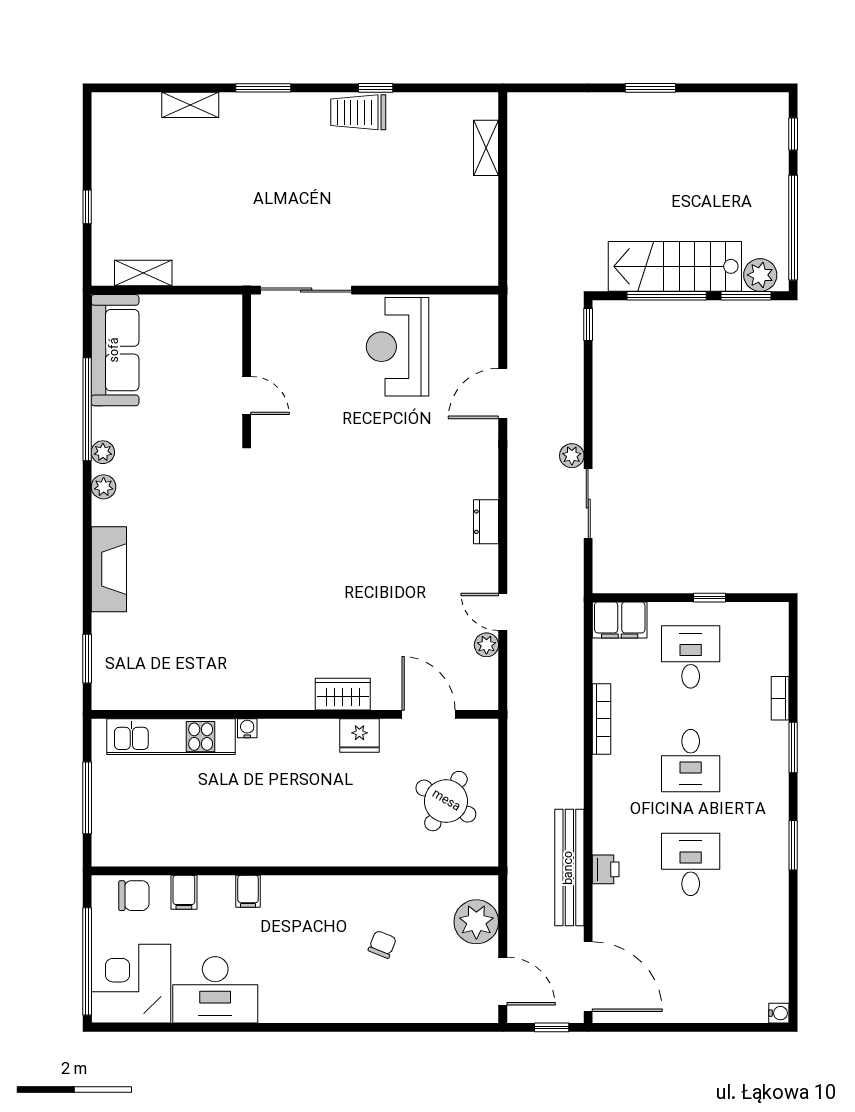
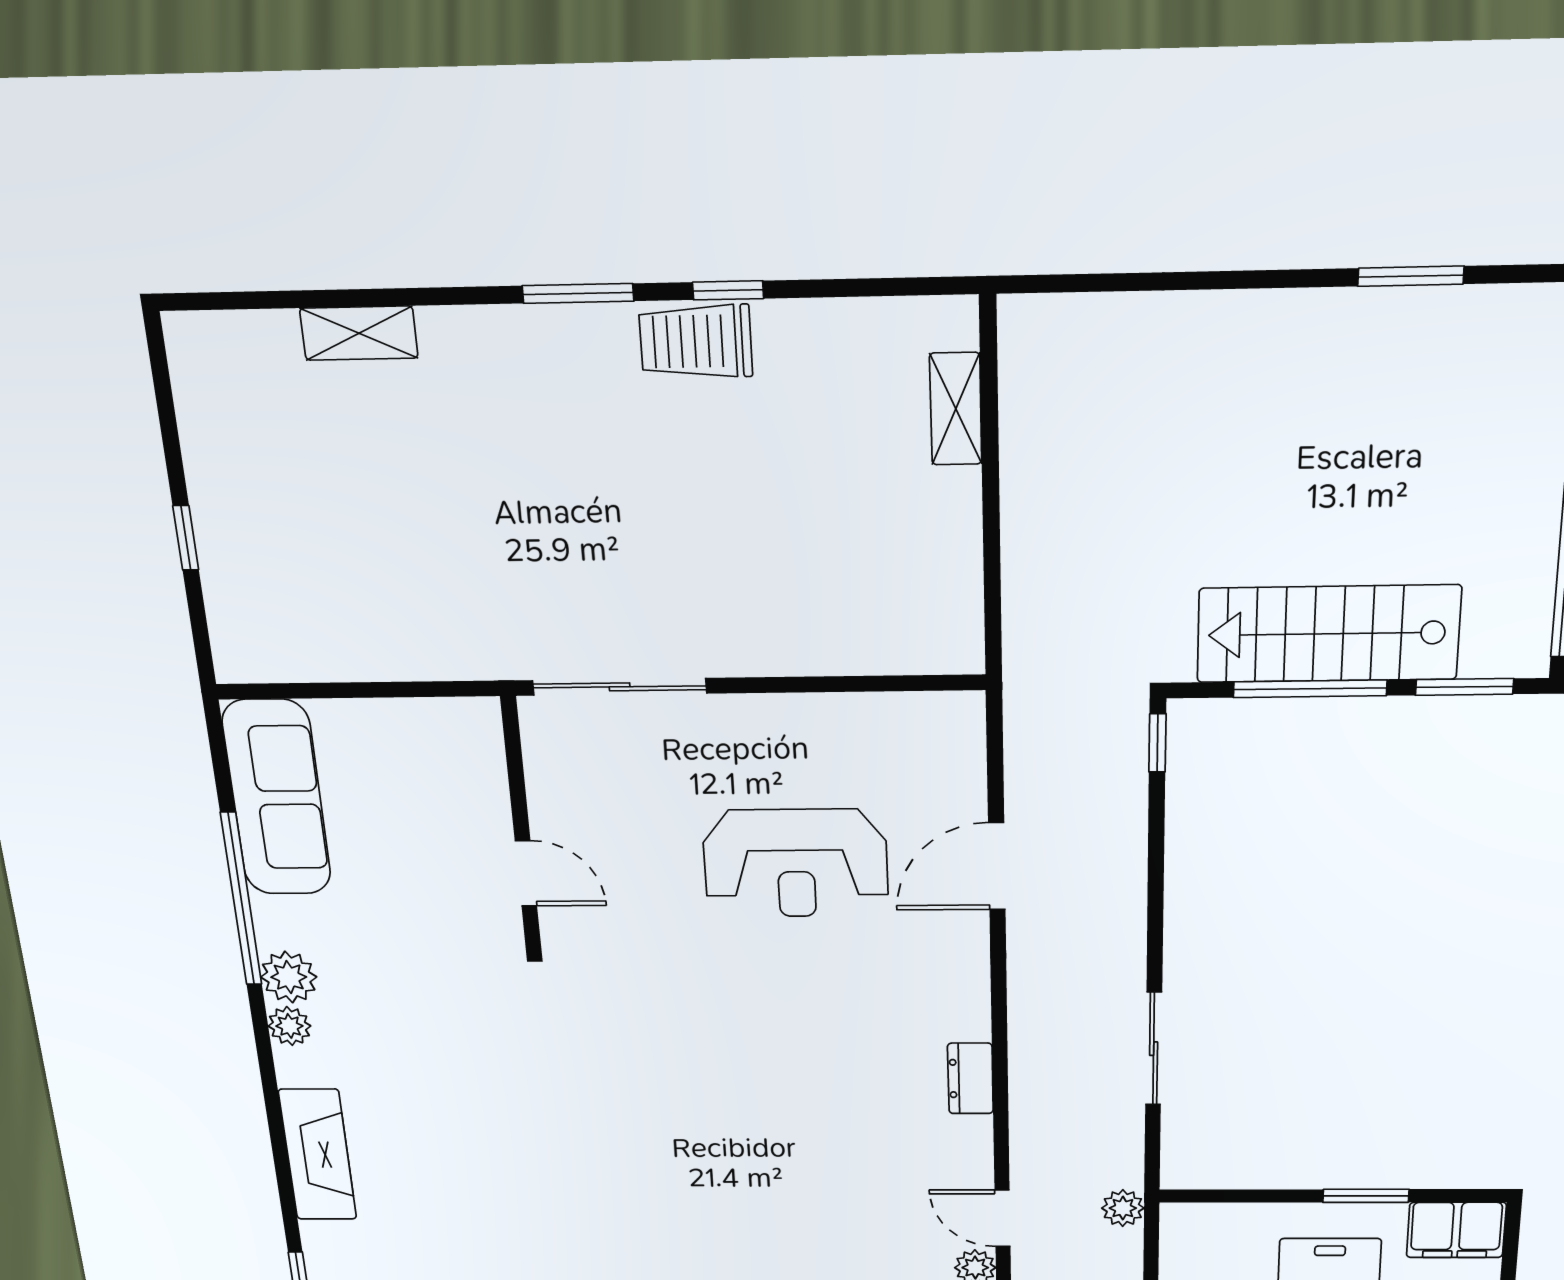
window: (263, 88) -> (578, 293), moved
window: (650, 88) -> (1411, 276), moved
shelving: (143, 273) -> (310, 659), removed
plant: (760, 275) -> (1495, 648), removed
reception desk: (398, 347) -> (796, 863), moved, turned -90
plant: (103, 452) -> (289, 977), width x1.38, depth x1.38
plant: (572, 456) -> (1123, 1208), moved
window: (709, 598) -> (1366, 1196), width x1.50
filing cabinet: (620, 620) -> (1456, 1230), moved

